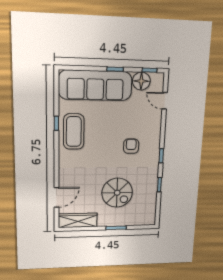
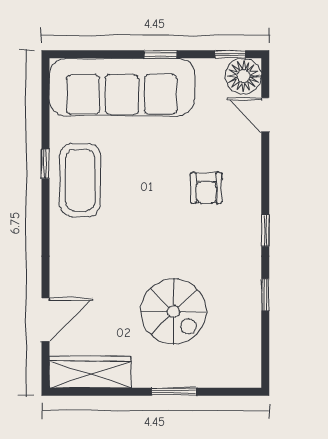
floor lamp: (141, 81) -> (243, 76), moved
armchair: (131, 146) -> (206, 188), moved, turned 180

